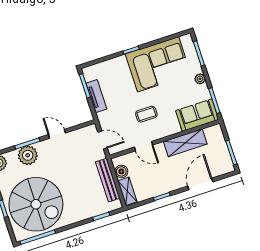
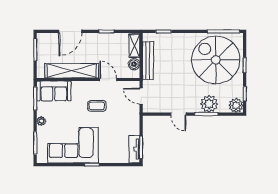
tv unit: (96, 96) -> (134, 149), moved
shelving: (185, 143) -> (72, 71), width x1.47

